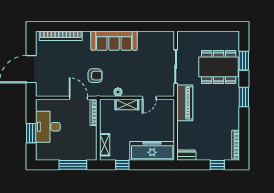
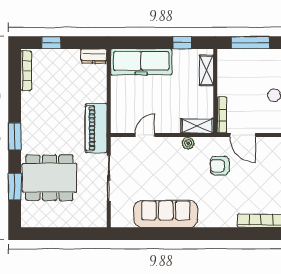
sofa: (114, 41) -> (166, 214), moved
shelving: (127, 105) -> (197, 126), moved

